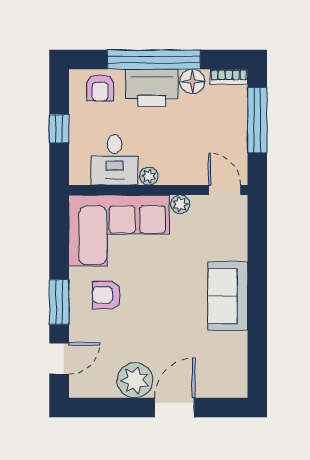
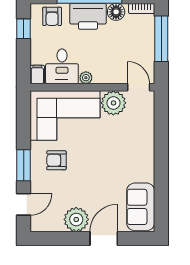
window: (59, 129) -> (24, 29), moved
filing cabinet: (79, 172) -> (37, 75), added
plant: (180, 204) -> (113, 103), width x1.88, depth x1.88
sofa: (228, 296) -> (141, 207), moved

